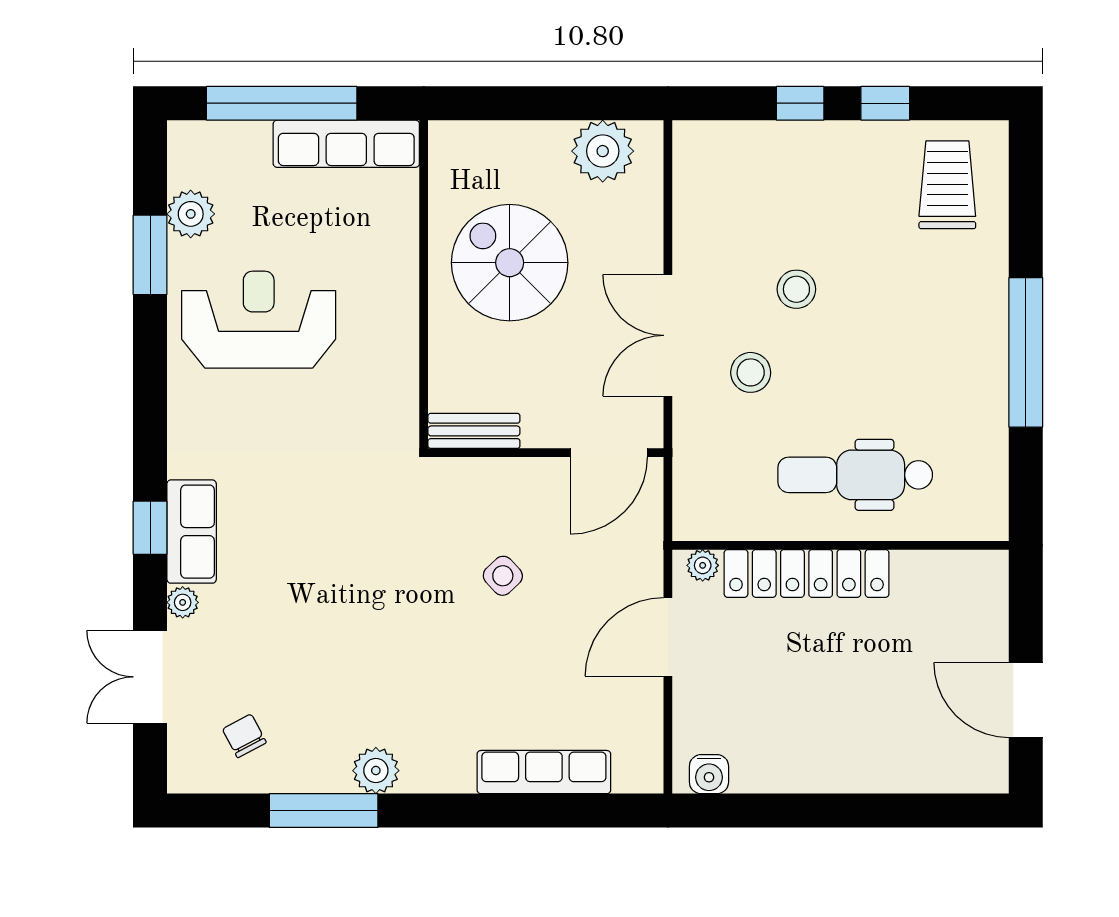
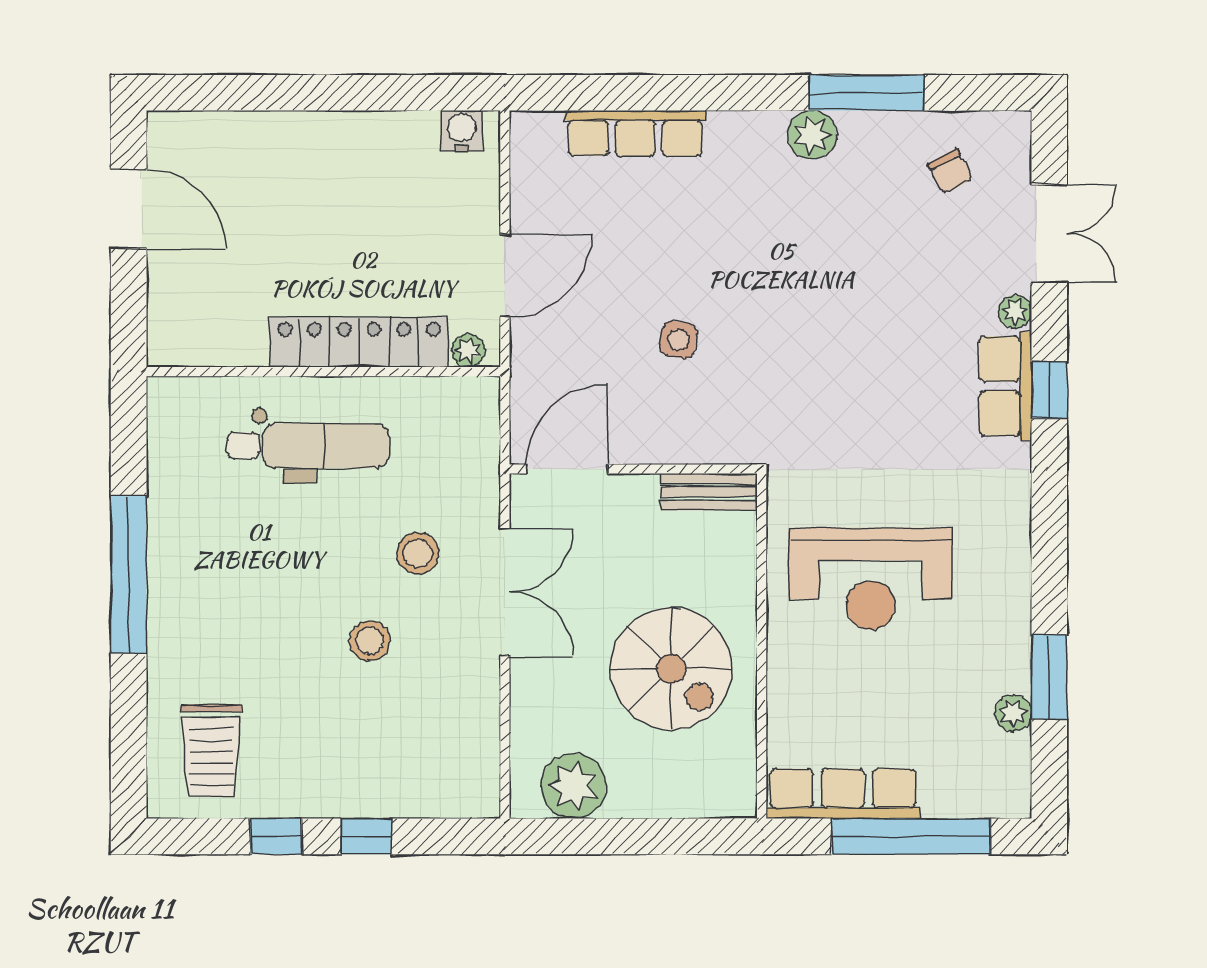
plant: (191, 214) -> (1013, 713), width x0.73, depth x0.73
reception desk: (259, 320) -> (871, 579), moved
side table: (503, 576) -> (678, 340), turned -36

